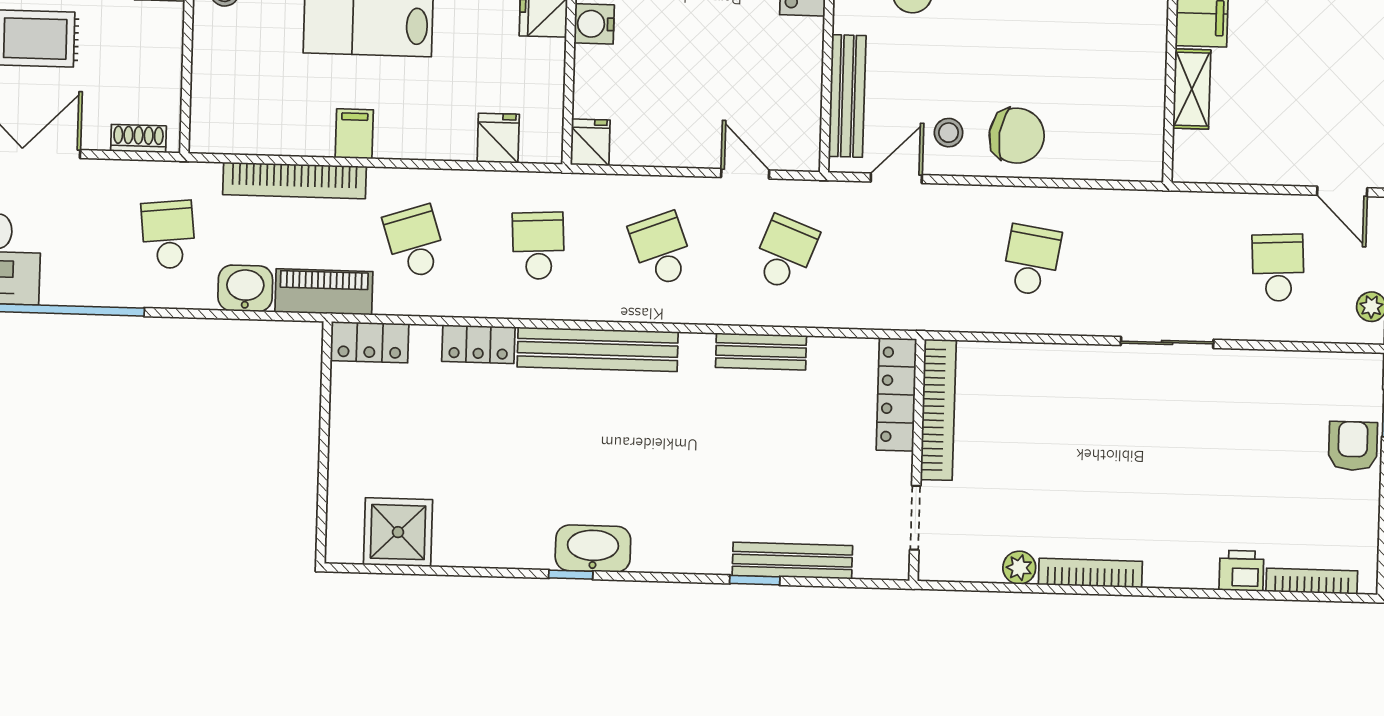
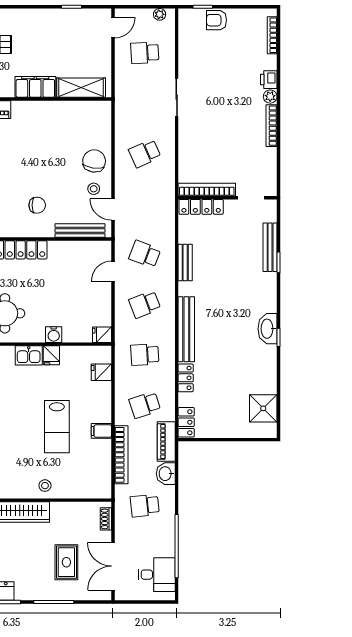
shelving: (1192, 89) -> (81, 88), width x1.50, depth x1.33
school desk: (1031, 260) -> (145, 153), turned -33
plant: (1019, 568) -> (270, 97), moved
printer: (1241, 571) -> (269, 80), moved

